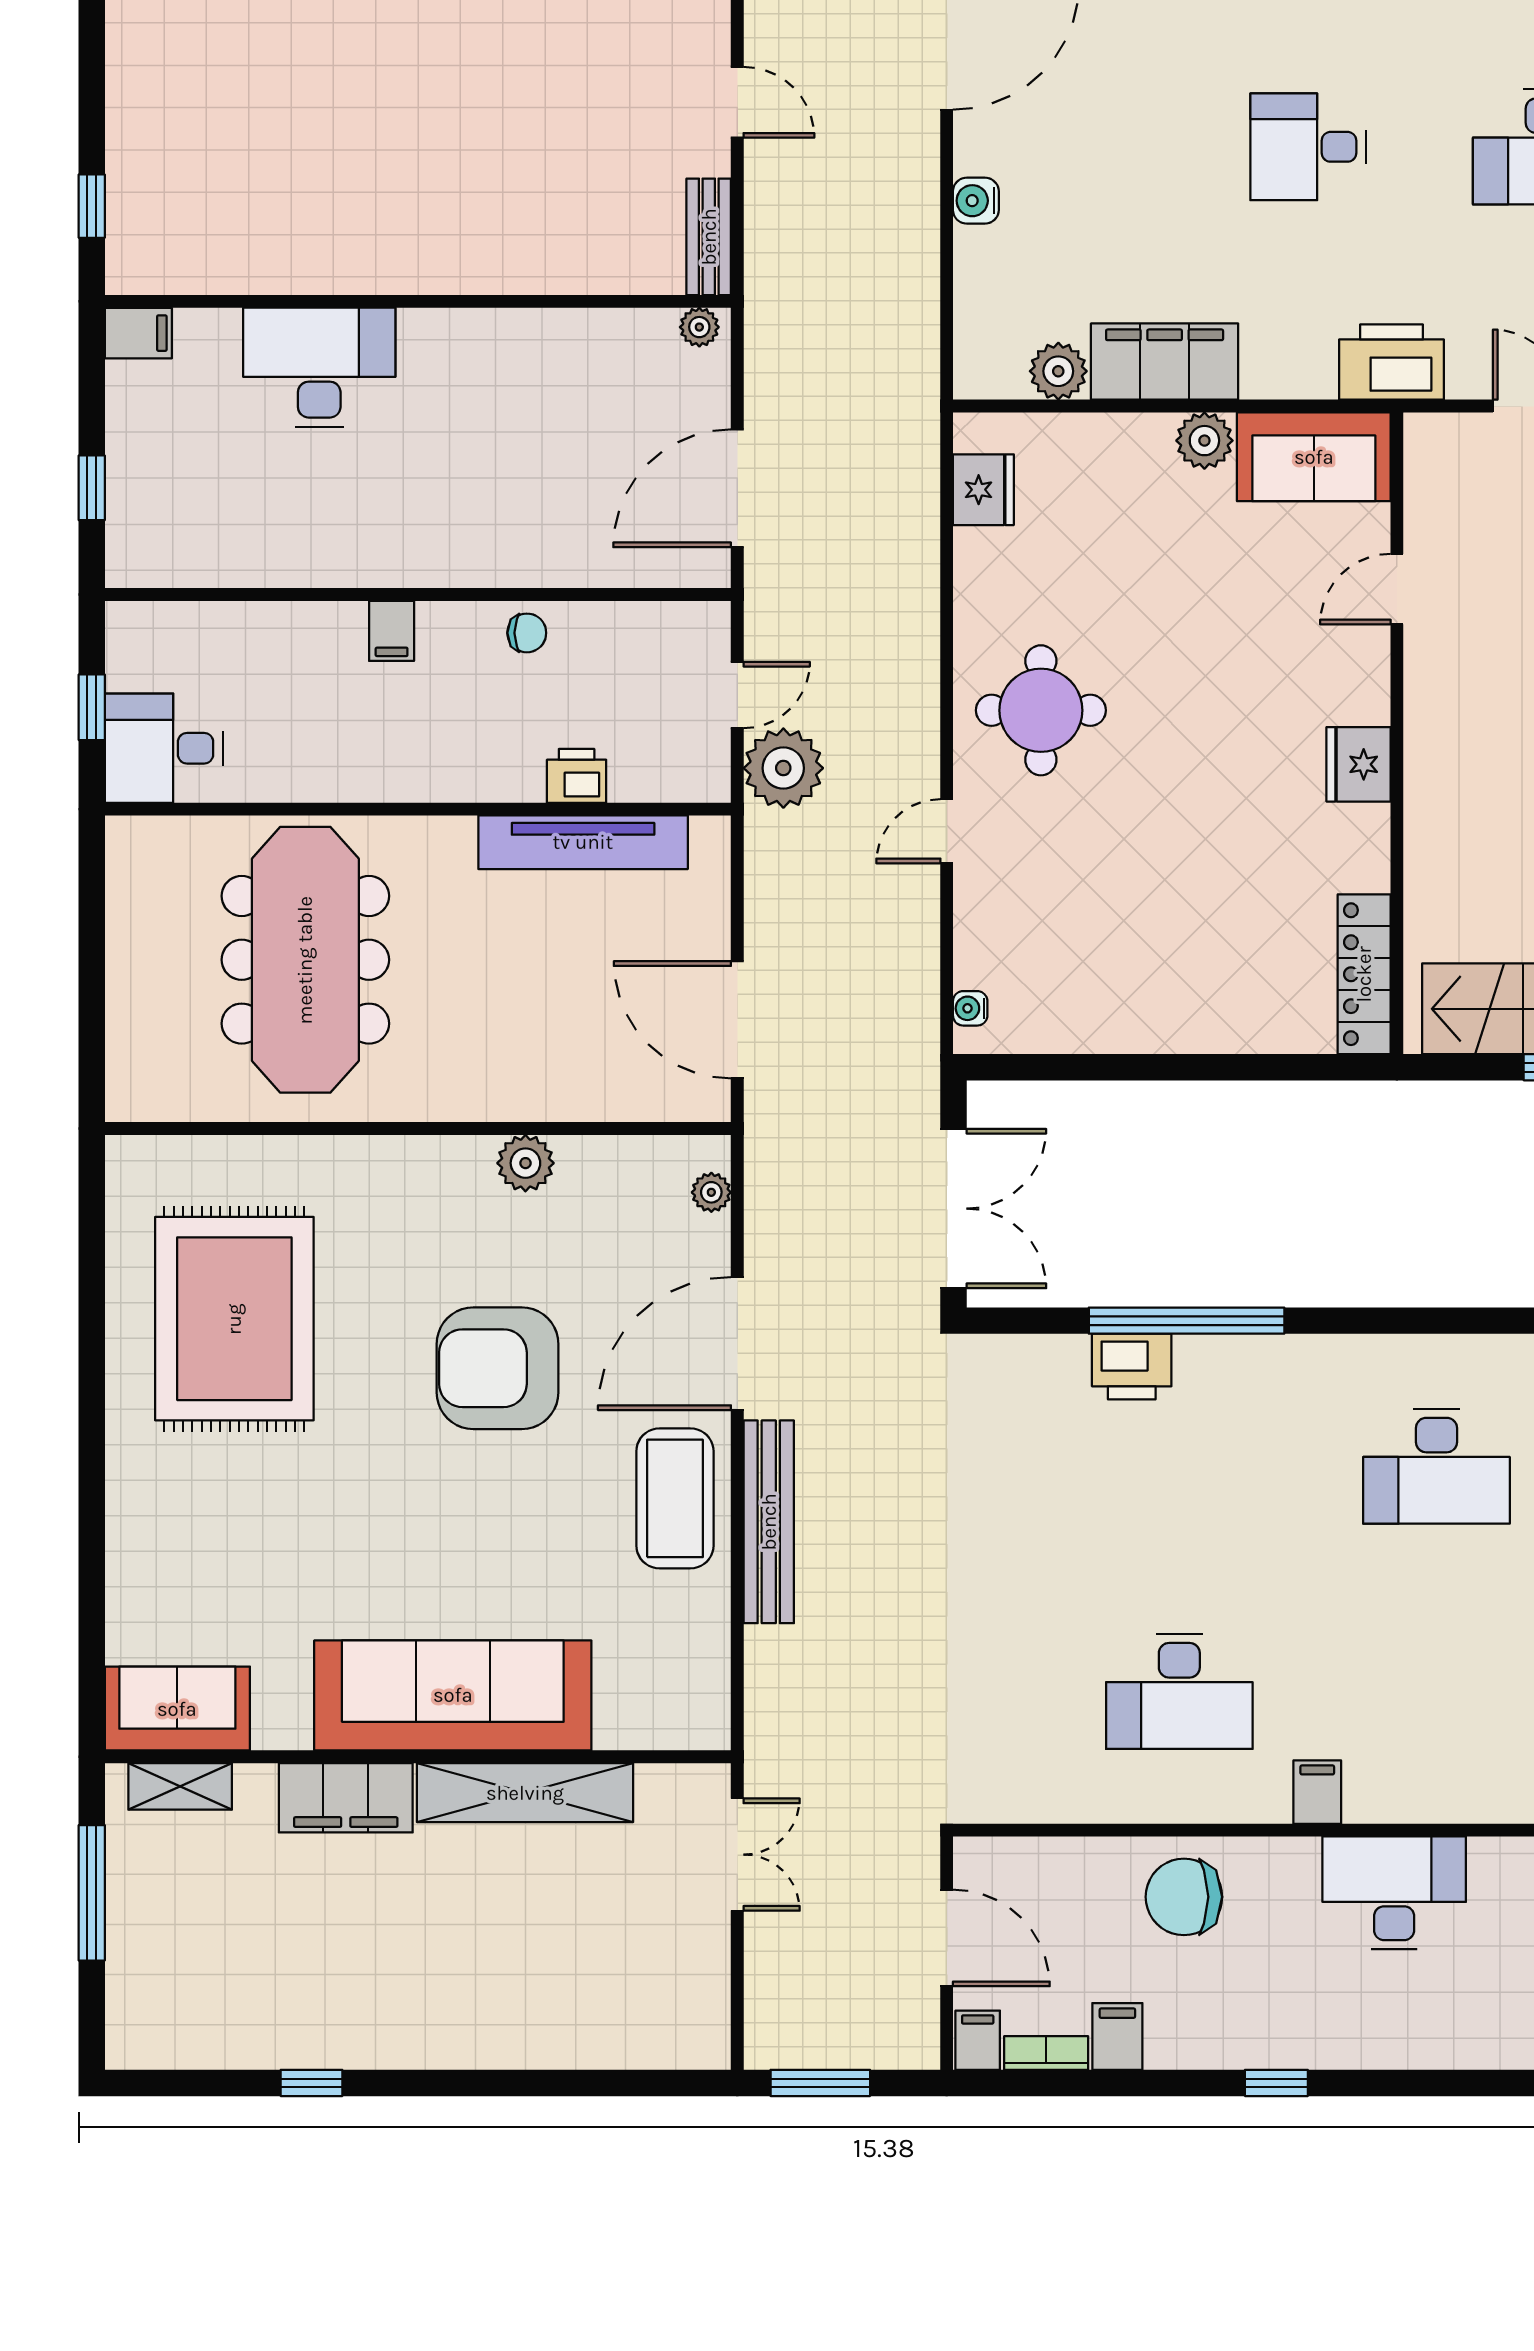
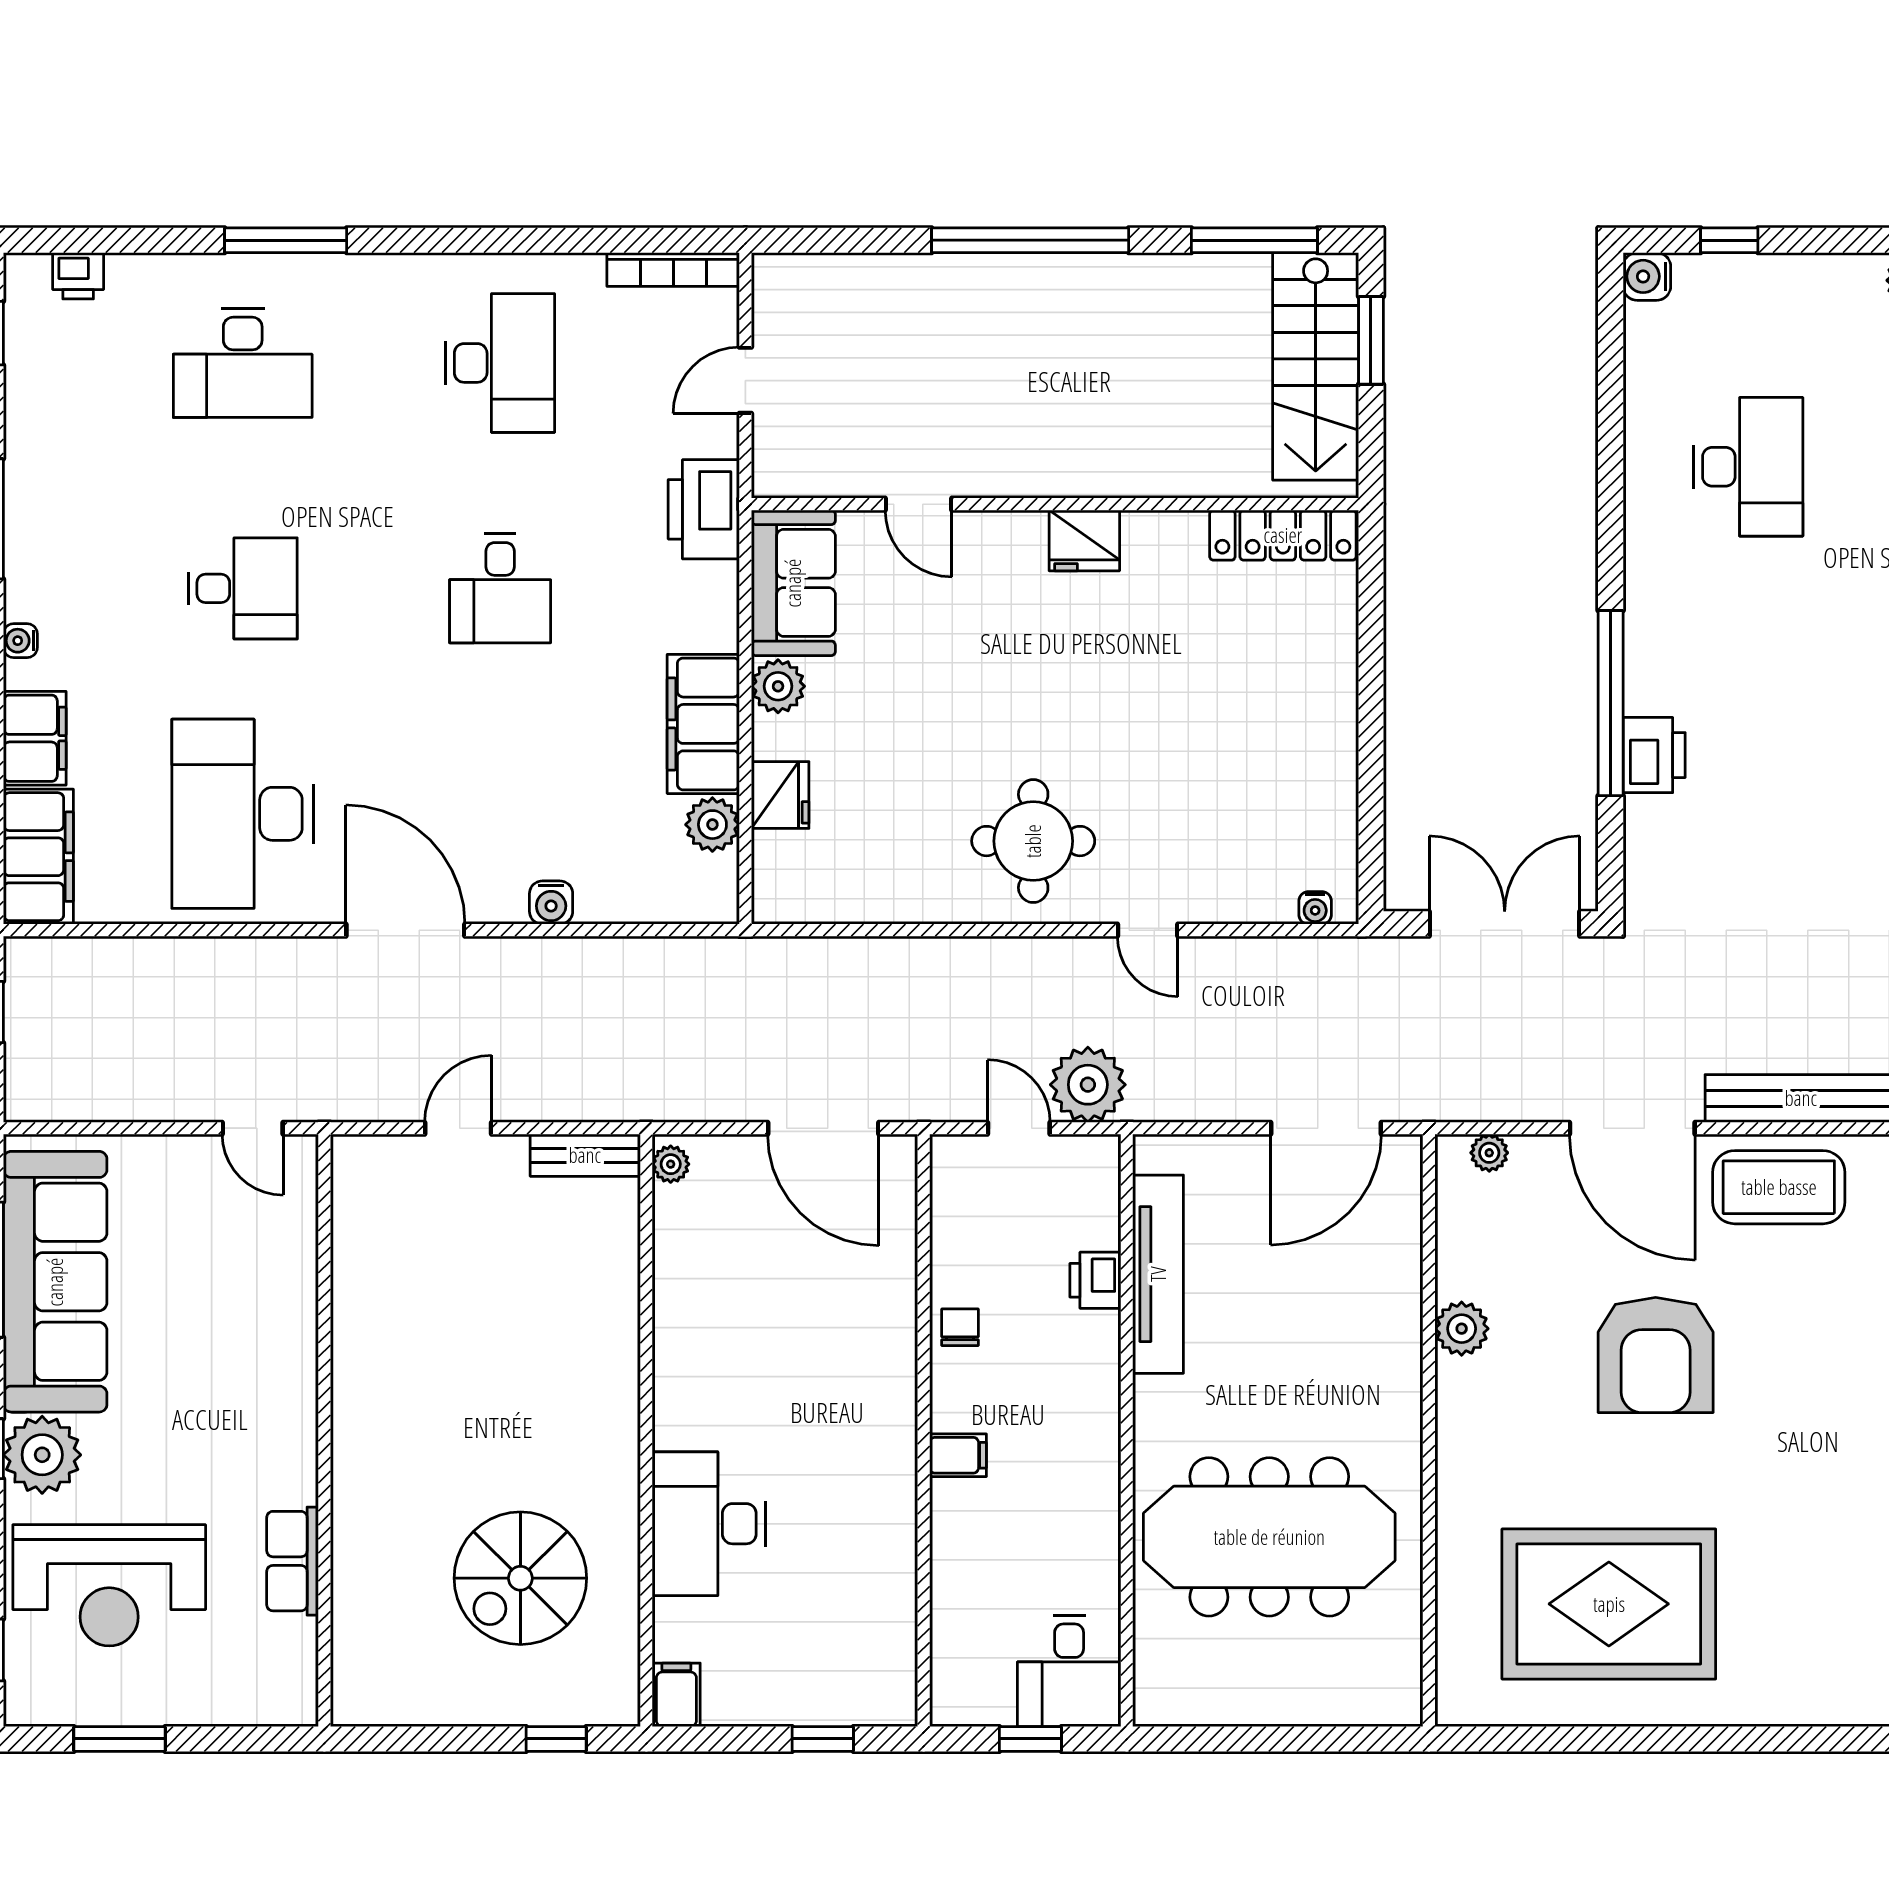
spiral stairs: (262, 168) -> (520, 1578), added
fridge: (983, 490) -> (780, 795), moved, turned 90

